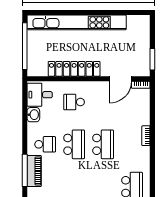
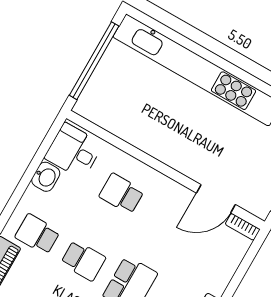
locker: (74, 69) -> (152, 141), removed
school desk: (45, 144) -> (37, 234), turned 180
school desk: (74, 144) -> (83, 260), width x0.54

